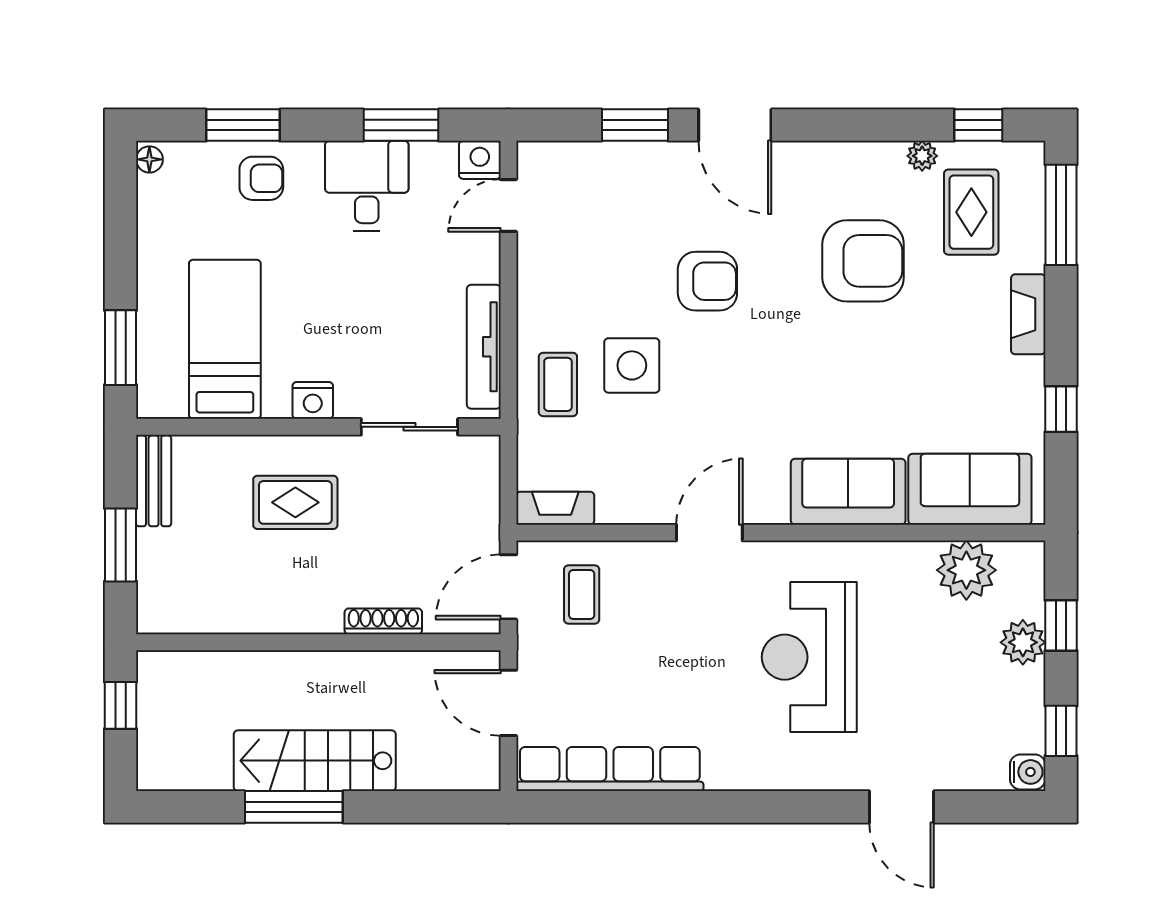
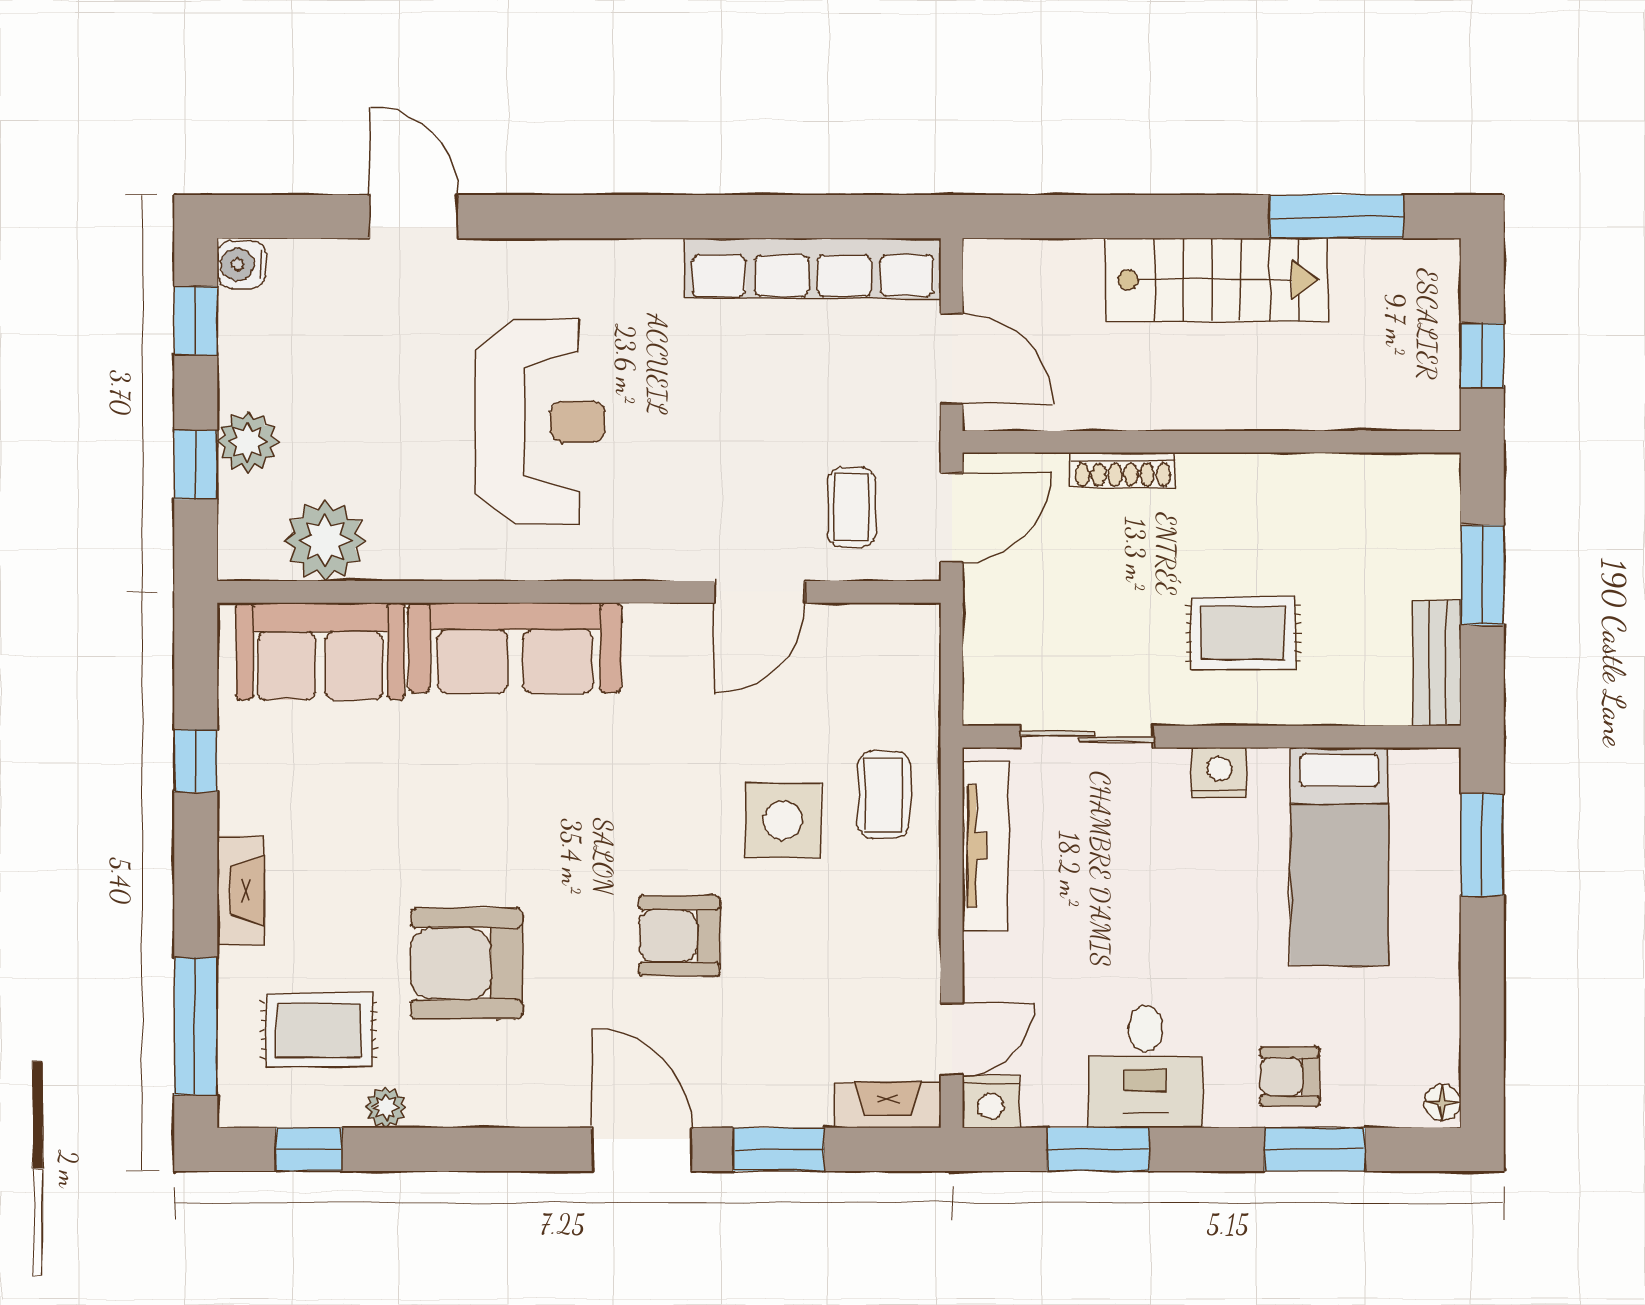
rug: (971, 212) -> (318, 1030), turned 90
sofa: (848, 492) -> (515, 648), width x1.36
fireplace: (555, 508) -> (888, 1105), moved, turned 180
door: (709, 533) -> (760, 592), moved
window: (294, 807) -> (1337, 217), moved

